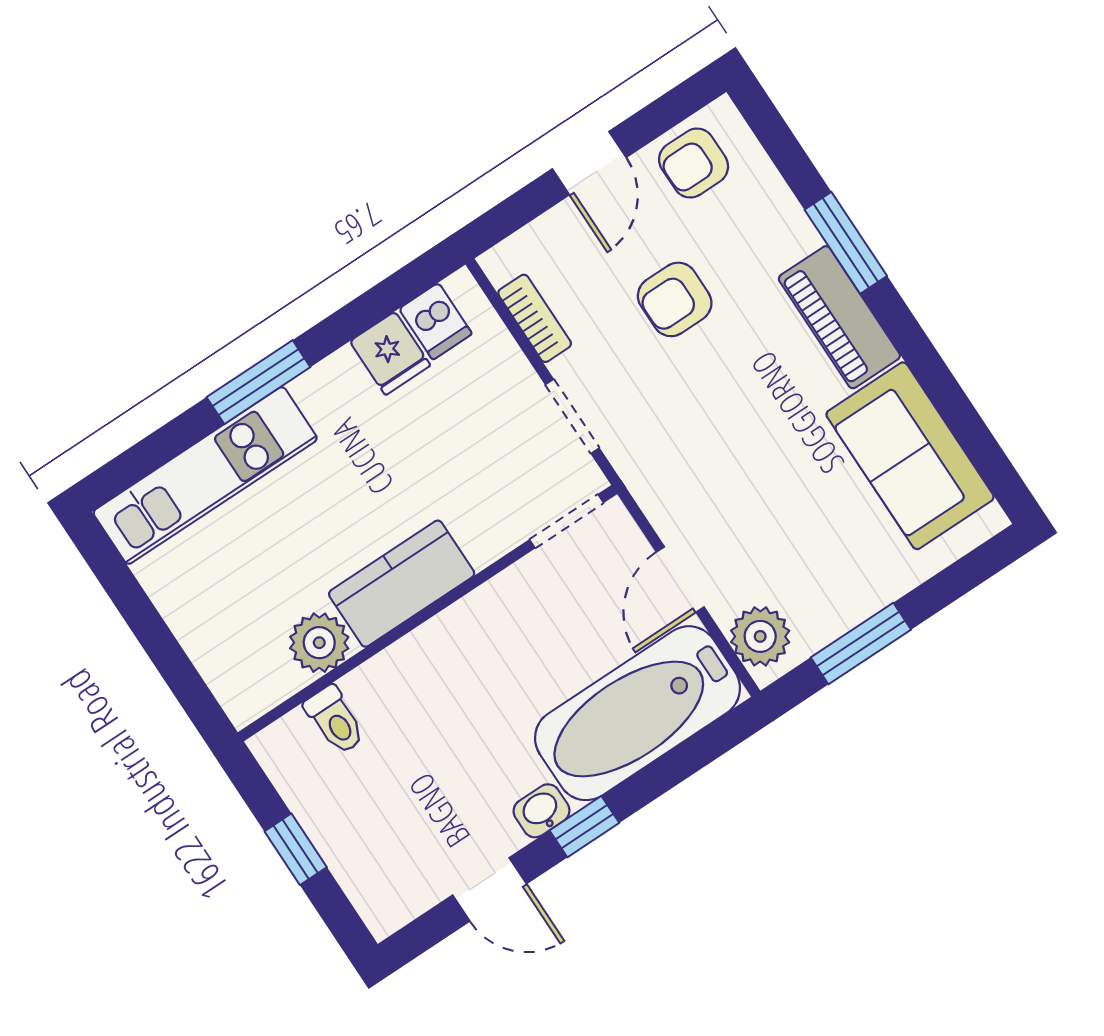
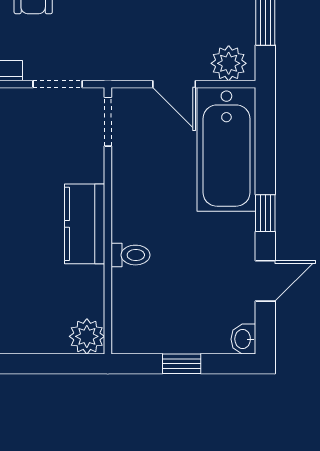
plant: (319, 643) -> (87, 336), moved
toilet: (335, 720) -> (130, 255), moved
washbasin: (541, 811) -> (243, 339), moved

